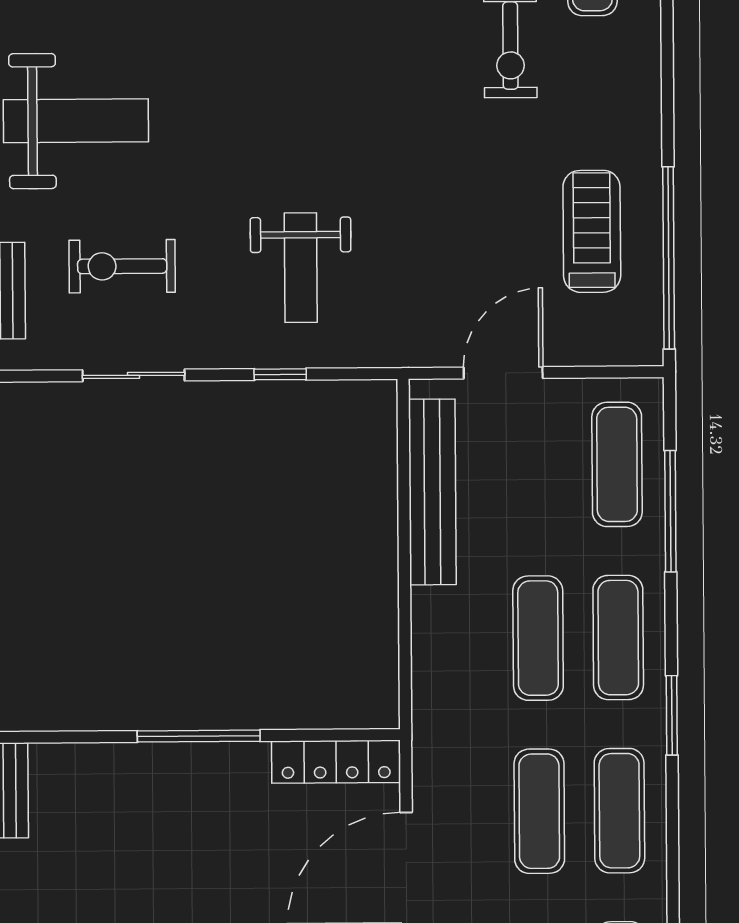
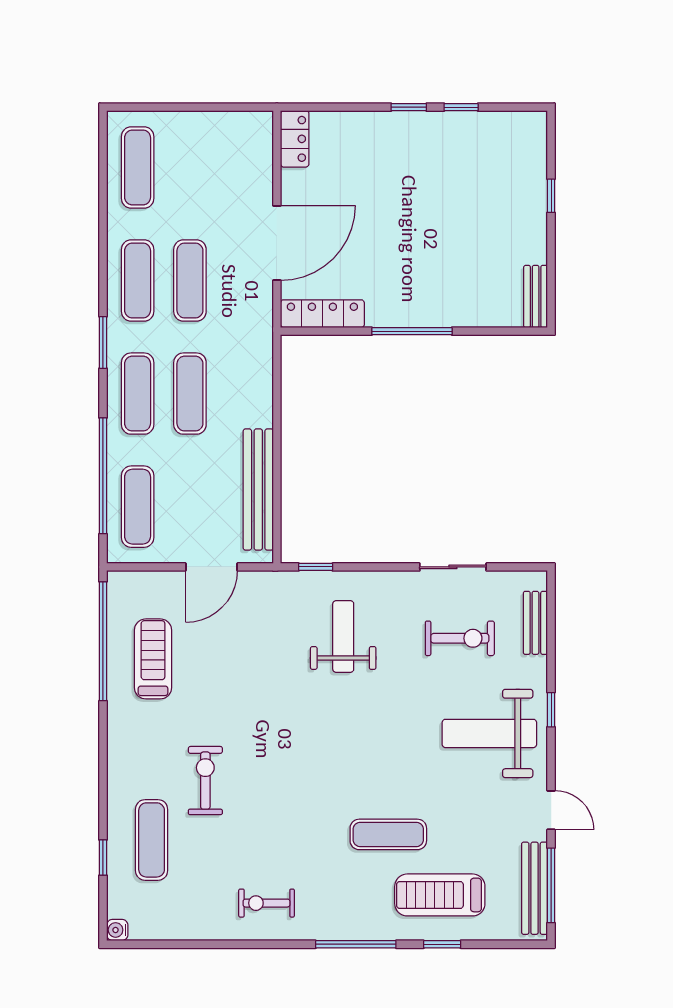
treadmill: (592, 231) -> (153, 659), turned 180
window: (280, 374) -> (316, 567), moved
window: (670, 511) -> (103, 476), width x1.46

